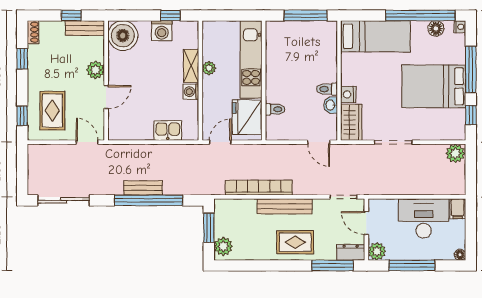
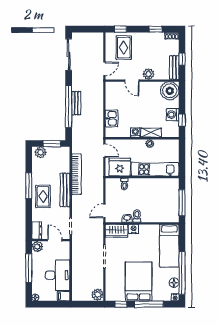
rug: (52, 111) -> (124, 48), turned 90
door: (366, 223) -> (55, 240), hinge flipped
window: (332, 265) -> (29, 186), moved

